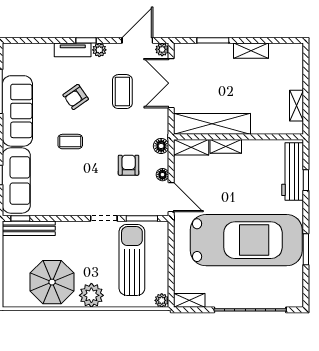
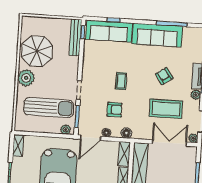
coffee table: (122, 92) -> (166, 109), width x1.36, depth x1.32
coffee table: (70, 142) -> (121, 81), moved
plant: (162, 300) -> (66, 129), moved

